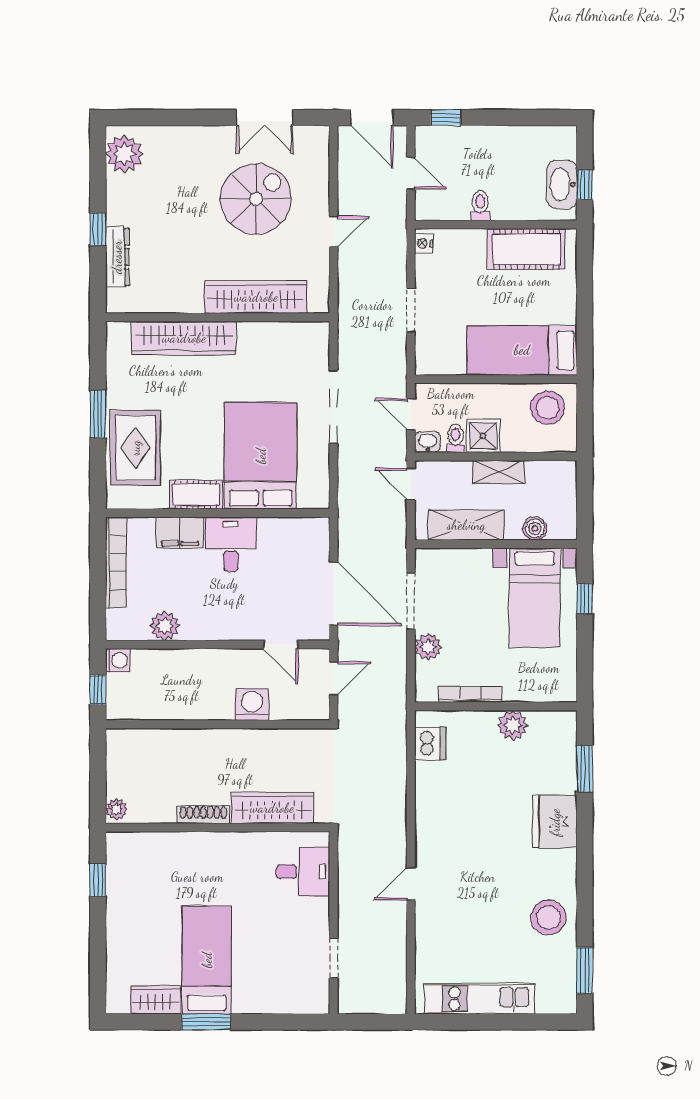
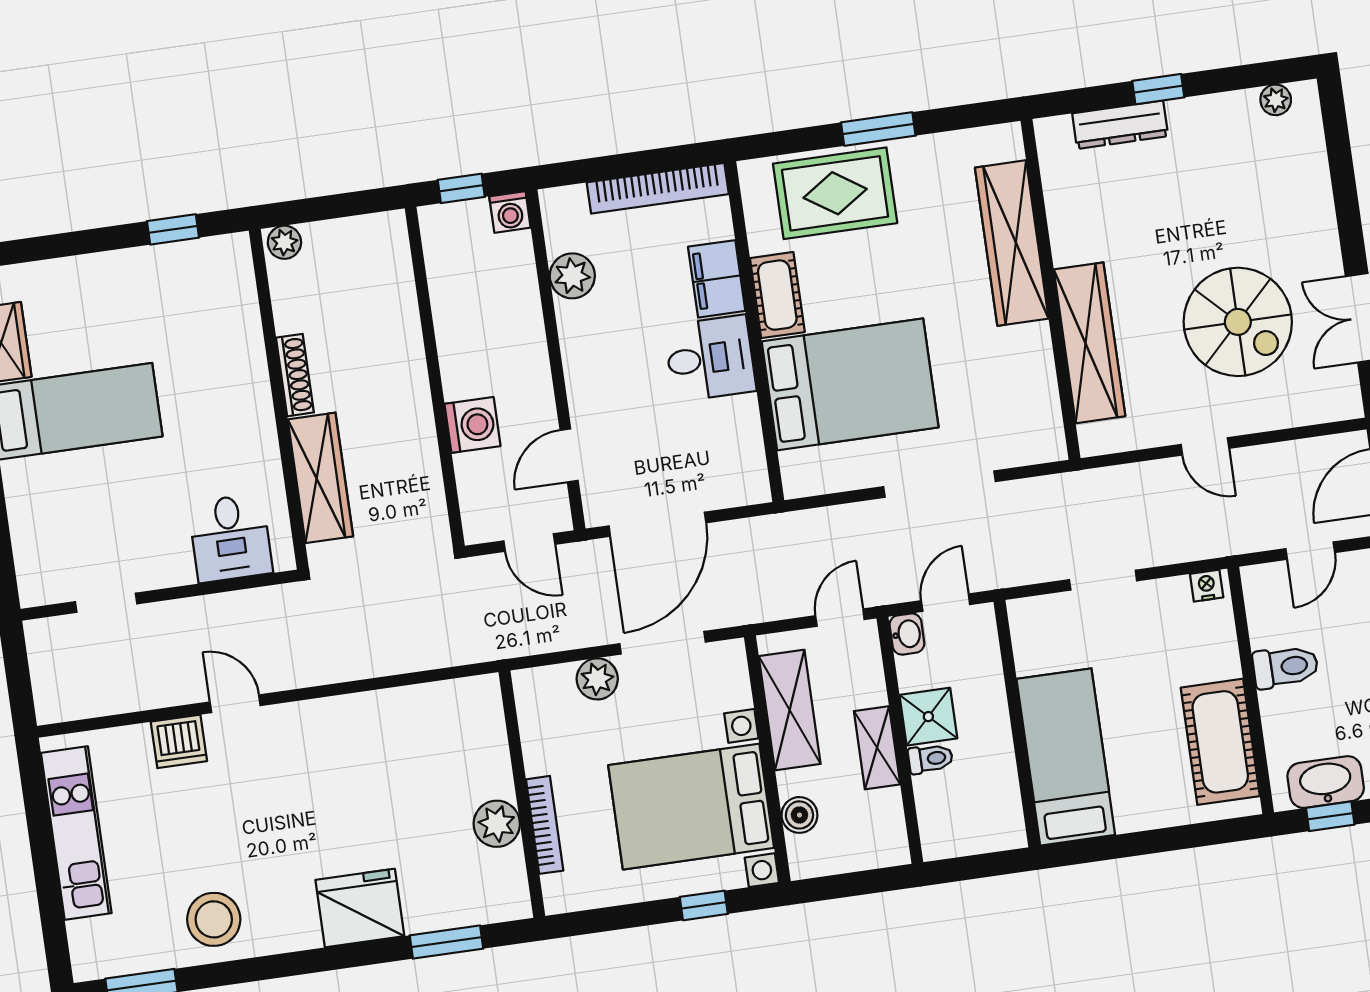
plant: (124, 154) -> (1276, 100), width x0.53, depth x0.53
toilet: (480, 206) -> (1285, 667), width x1.37, depth x1.39
stool: (548, 408) -> (985, 808), removed
toilet: (456, 438) -> (930, 759), moved
bed with nightstands: (535, 598) -> (691, 807), width x1.36
bookcase: (470, 694) -> (545, 825), moved
dishwasher: (430, 744) -> (179, 741), moved

